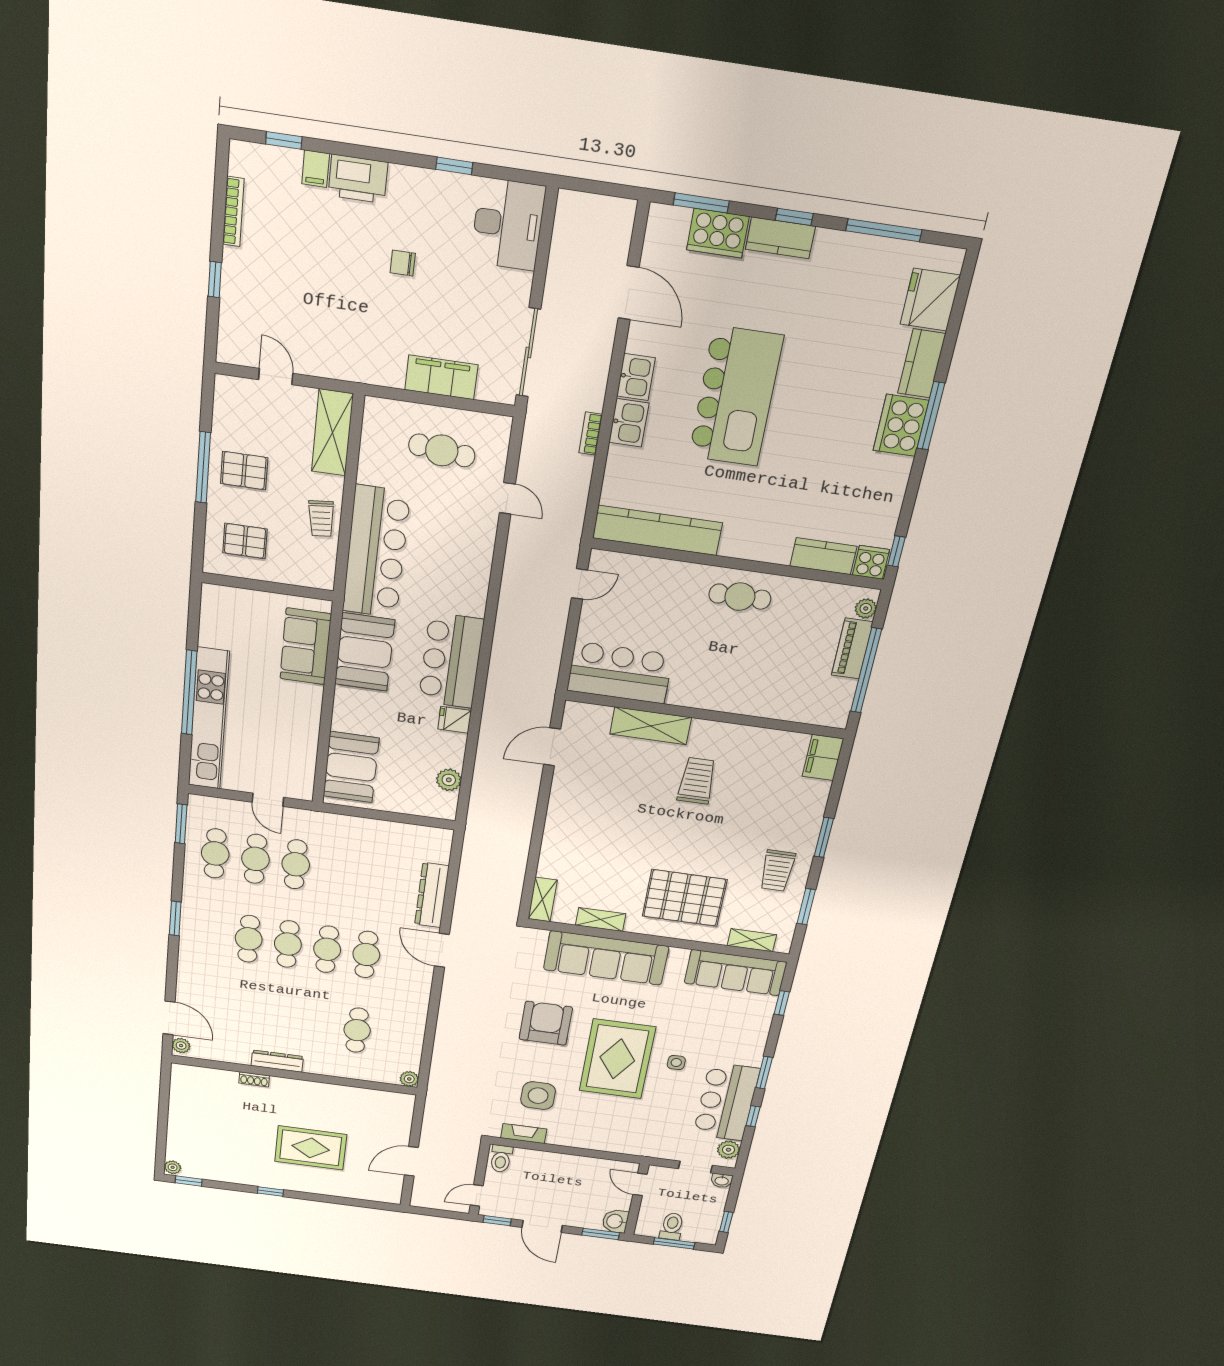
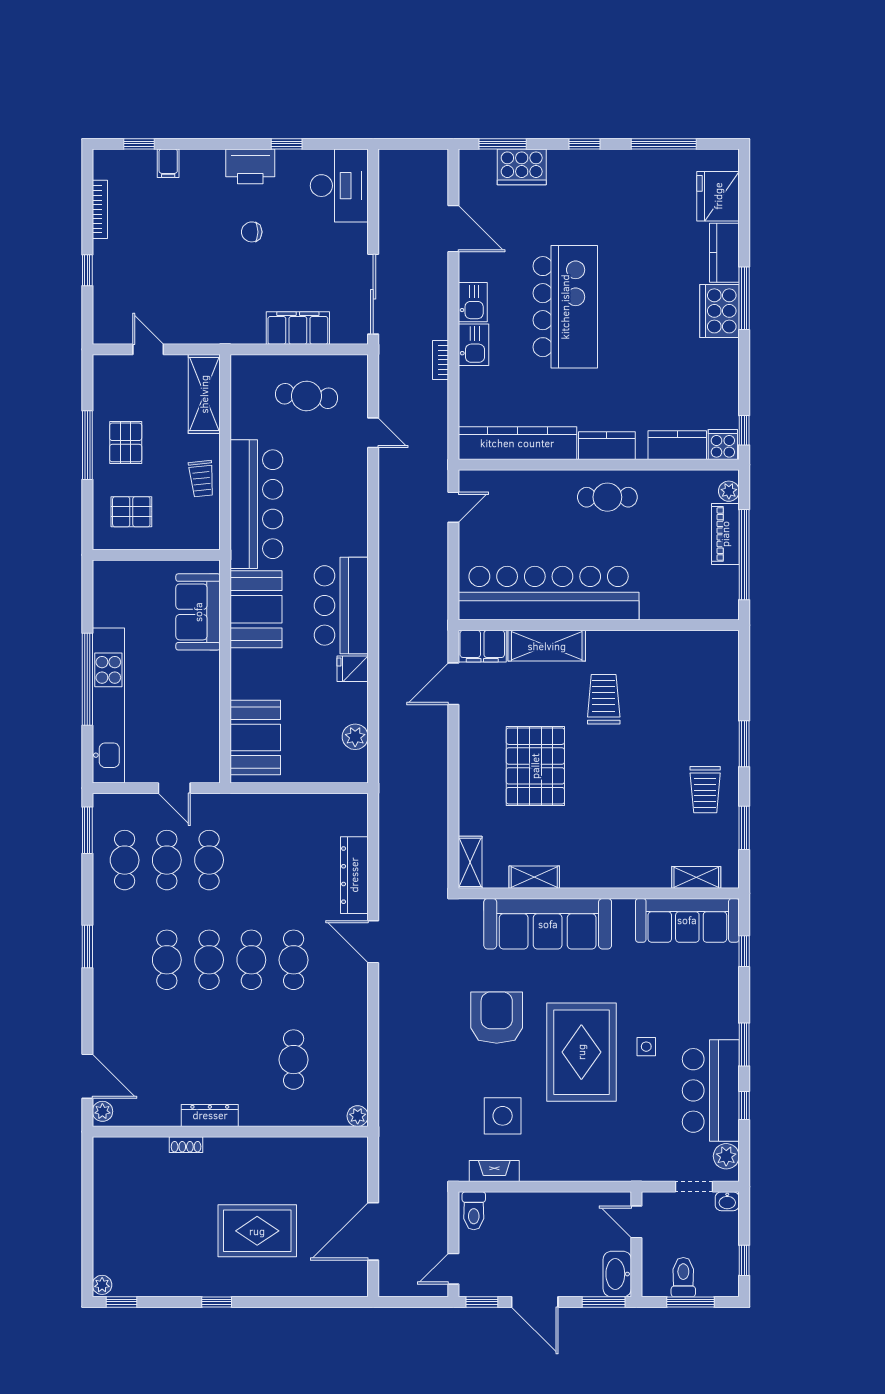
printer: (358, 179) -> (250, 166), moved
kitchen counter: (780, 238) -> (607, 446), moved, turned 180
pallet: (244, 471) -> (126, 442), turned 90
bar counter: (620, 673) -> (549, 593), width x1.86
filing cabinet: (823, 757) -> (482, 646), moved, turned -90
pallet: (685, 898) -> (535, 766), moved, turned 90
door: (411, 1161) -> (373, 1231), width x1.36
washbasin: (615, 1221) -> (617, 1274), width x1.38

